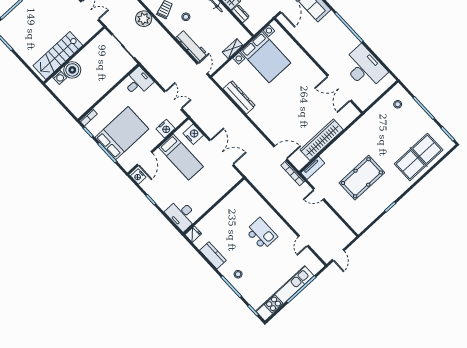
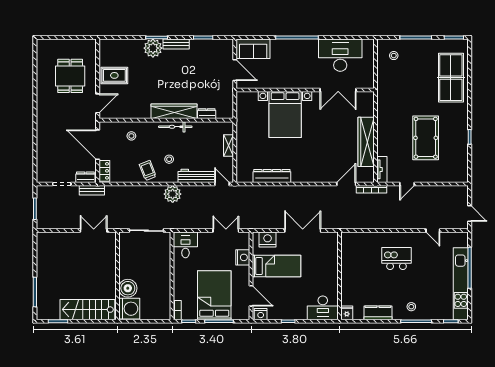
plant: (144, 19) -> (173, 194), moved
stairs: (58, 55) -> (87, 310), moved, turned 90
bed with nightstands: (265, 57) -> (285, 115), moved, turned 90
washing machine: (60, 77) -> (129, 309), width x1.89, depth x1.89

